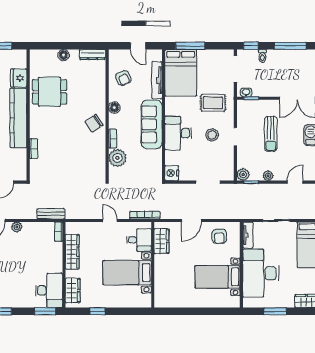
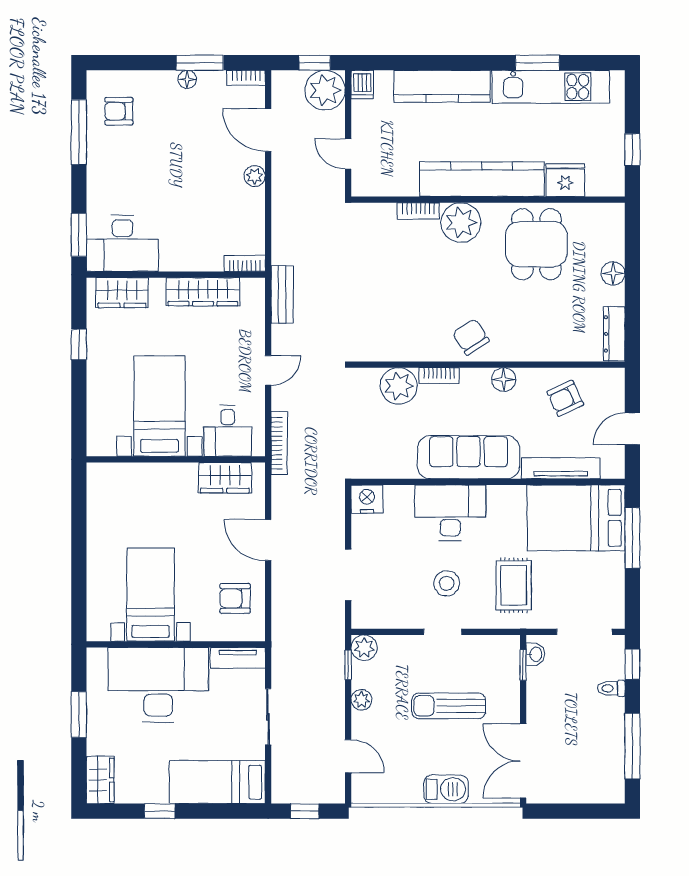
plant: (39, 128) -> (461, 222), added
bench: (51, 214) -> (282, 294), moved

